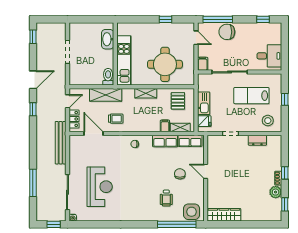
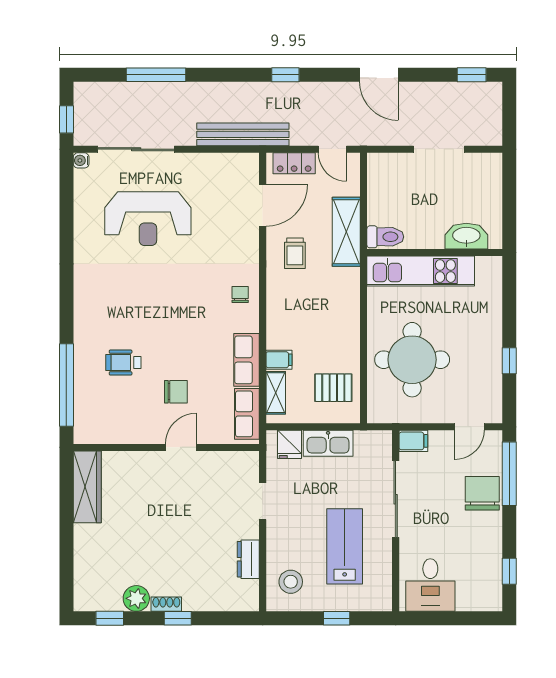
shelving: (146, 93) -> (350, 318), removed
window: (33, 109) -> (285, 75), moved
side table: (192, 212) -> (94, 417), removed

